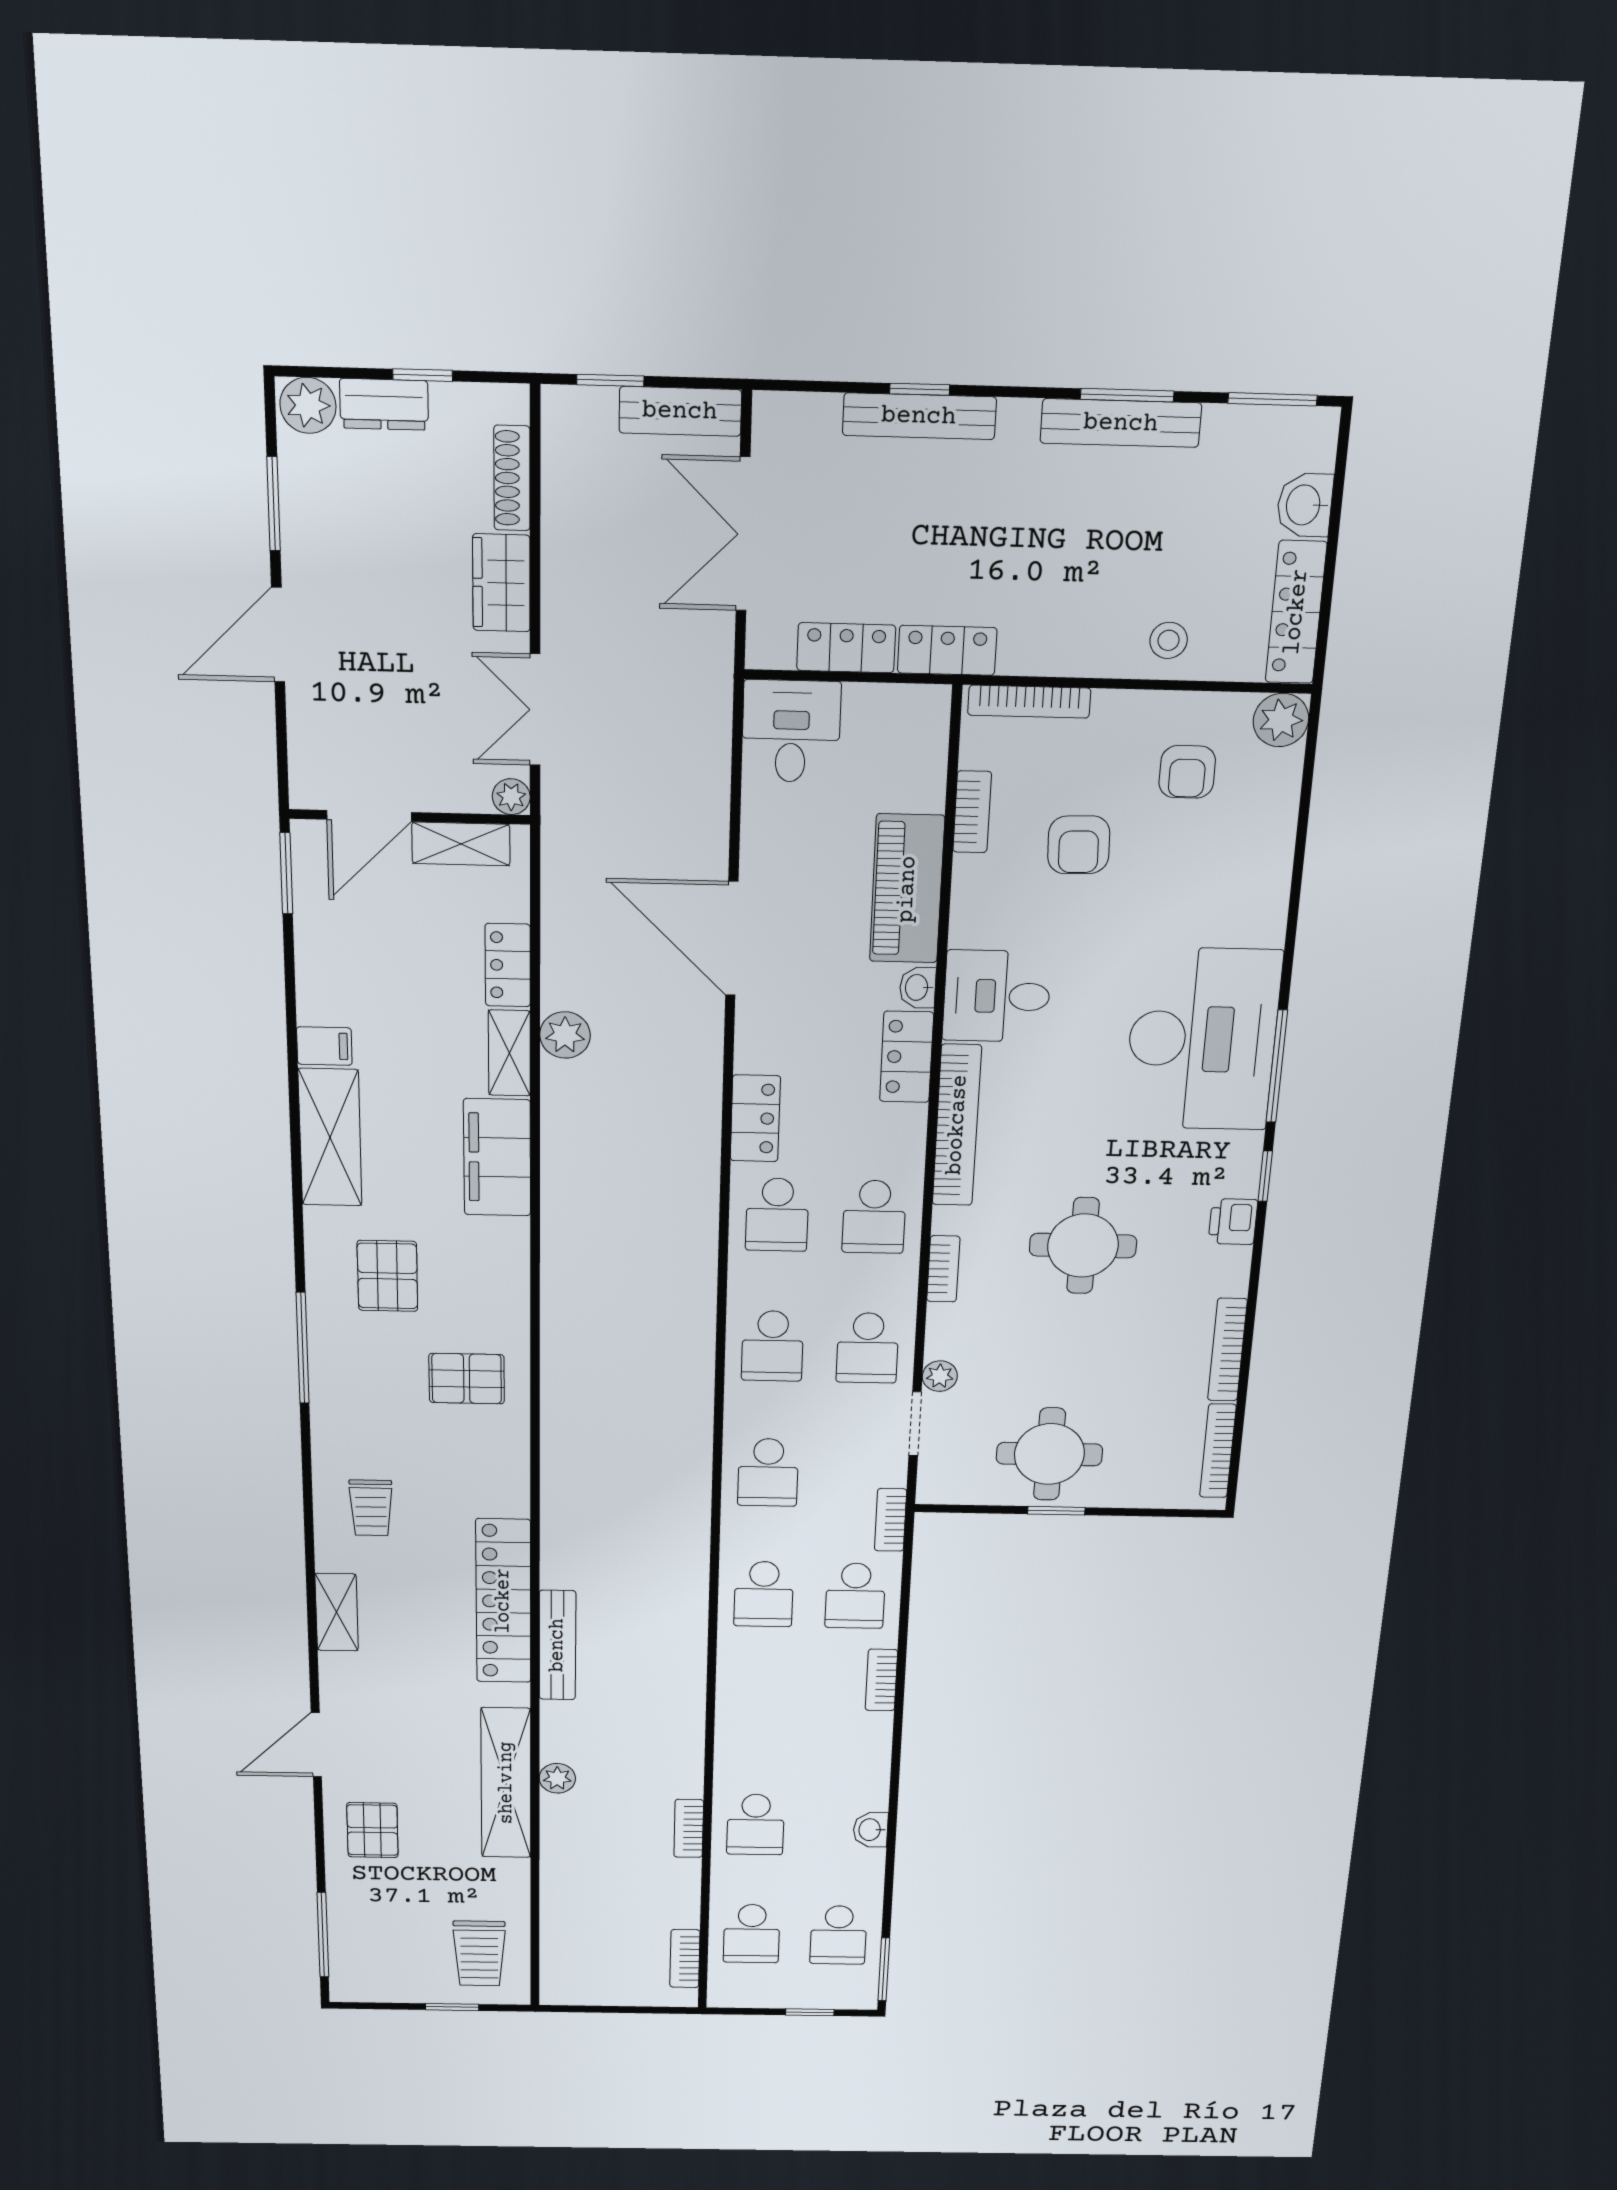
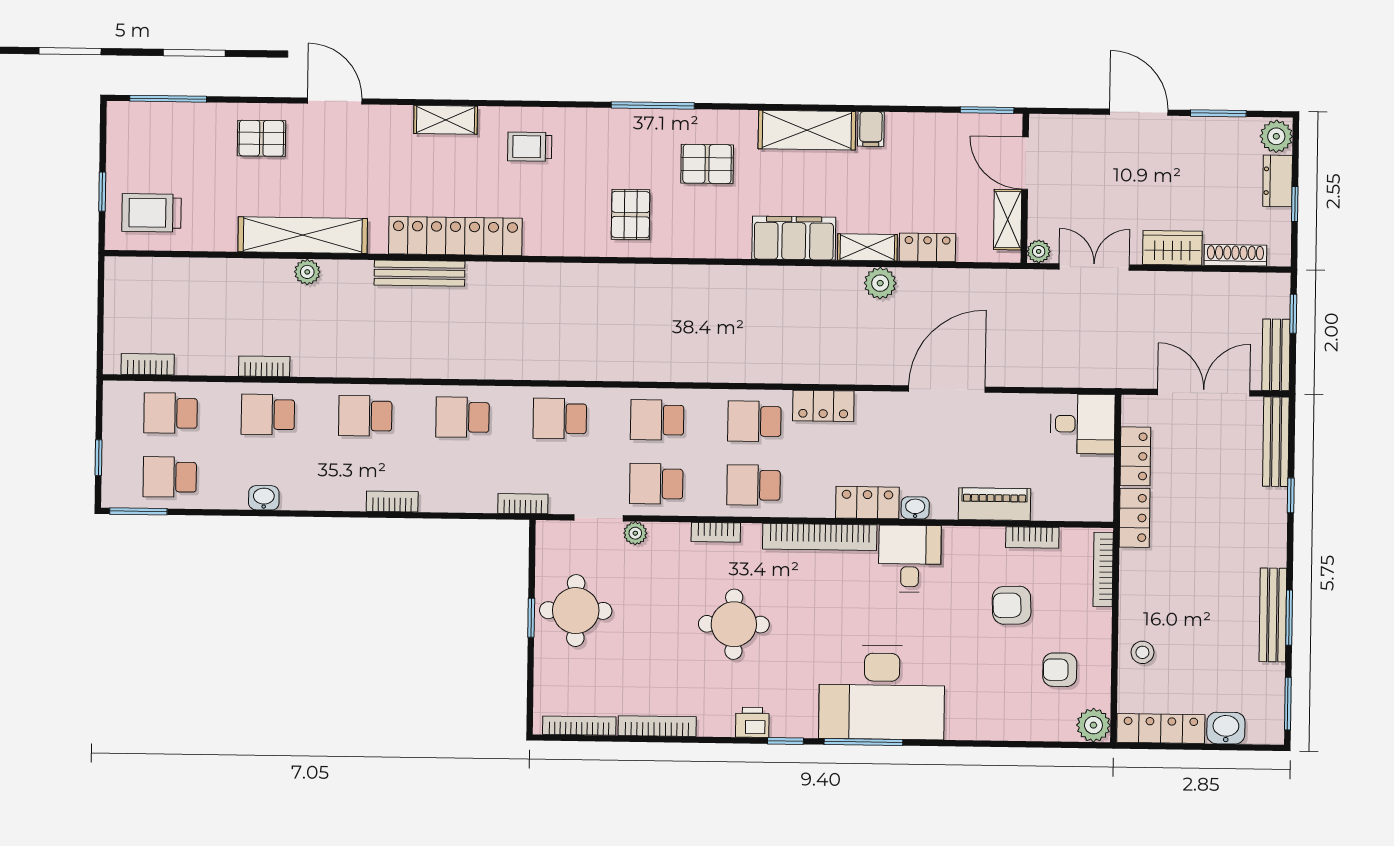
bench: (919, 416) -> (1276, 442), moved
piano: (907, 889) -> (994, 504), width x0.73, depth x0.75
school desk: (855, 1596) -> (365, 416), moved

